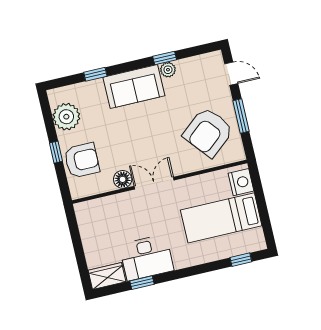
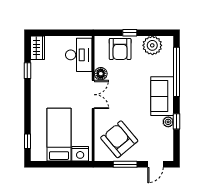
window: (95, 74) -> (177, 72), width x3.17
desk: (146, 258) -> (79, 55), moved, turned 180

